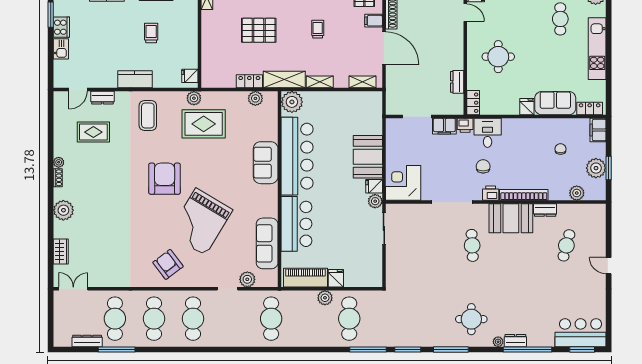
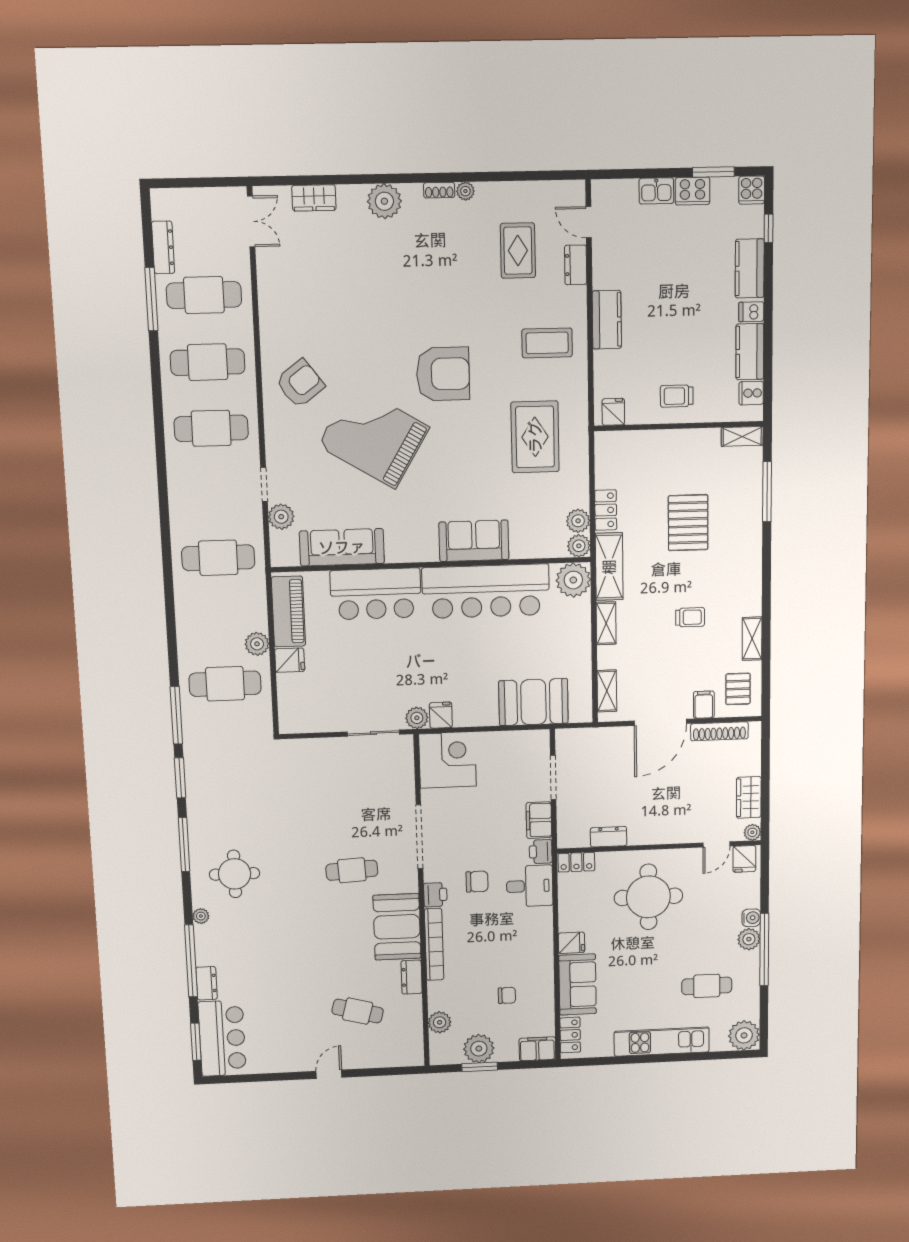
trolley: (151, 33) -> (677, 396), moved, turned 180
round table: (498, 57) -> (648, 897), width x1.36, depth x1.36
plant: (194, 98) -> (579, 546), moved
booth: (368, 157) -> (533, 702), moved
dresser: (515, 341) -> (207, 983), moved

